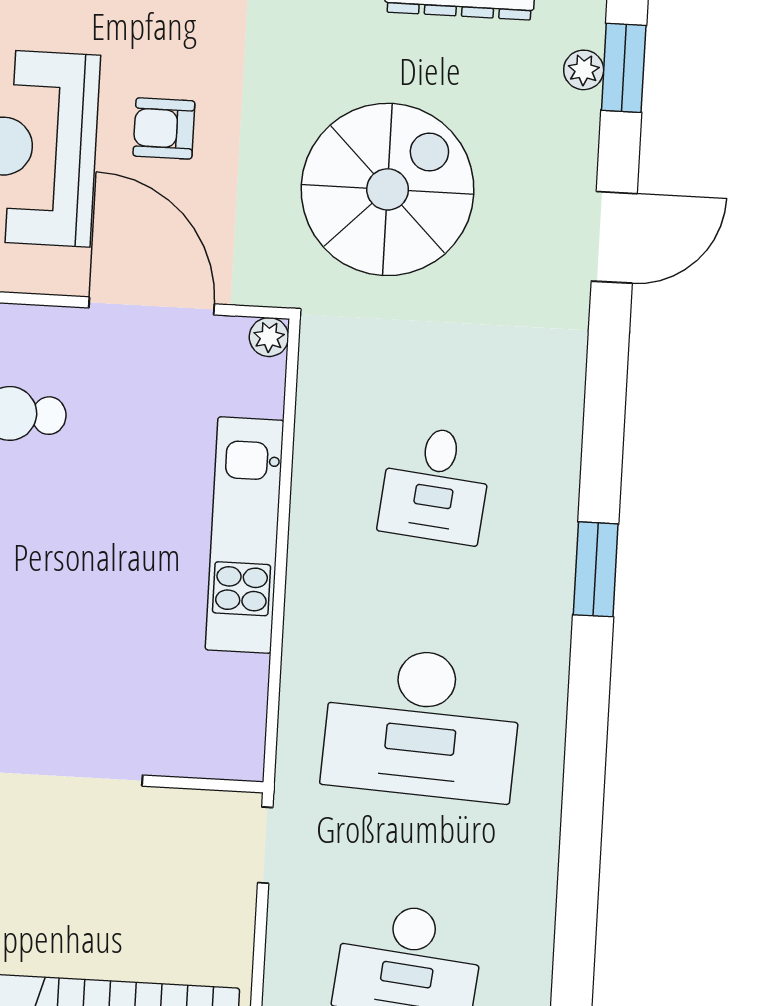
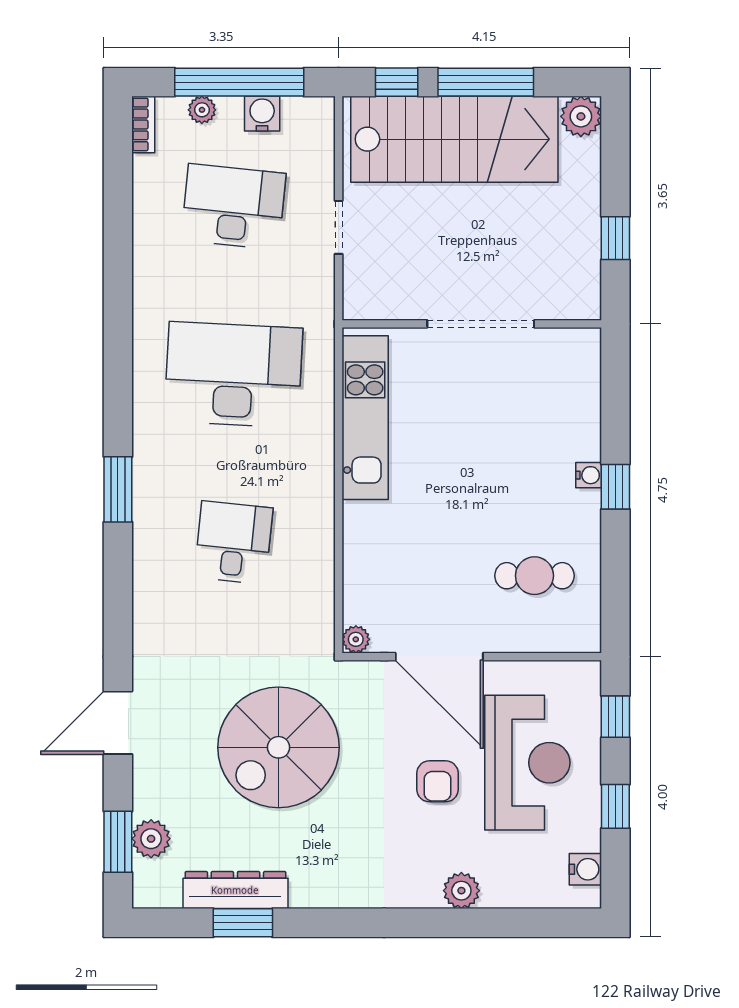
plant: (584, 70) -> (151, 839), width x1.38, depth x1.38
armchair: (164, 128) -> (437, 781), turned 90
kitchen unit: (245, 535) -> (365, 418), moved
doorway: (265, 845) -> (339, 227), moved

